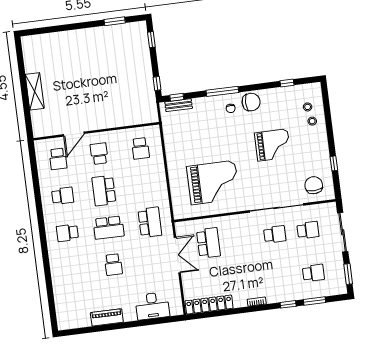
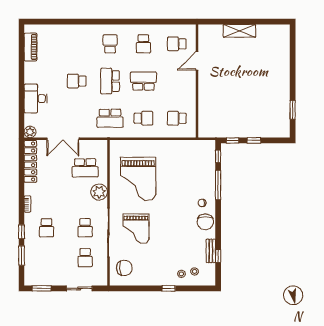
window: (151, 40) -> (254, 140), moved
window: (222, 91) -> (218, 185), moved
bench: (179, 105) -> (211, 251), moved
door: (74, 134) -> (197, 61), hinge flipped
grand piano: (273, 145) -> (136, 229), moved
school desk: (99, 154) -> (143, 118), moved
window: (334, 163) -> (169, 288), moved
plant: (233, 224) -> (99, 192), added
sliding door: (343, 232) -> (79, 288), width x0.73
double door: (177, 255) -> (63, 139), moved
school desk: (313, 273) -> (46, 228), moved
desk: (152, 306) -> (36, 99), moved
plant: (176, 309) -> (30, 132), added
piano: (107, 317) -> (31, 47), moved

